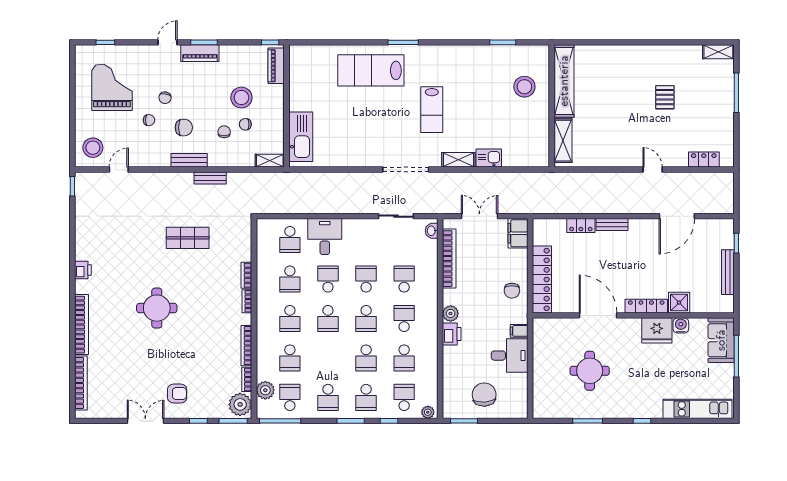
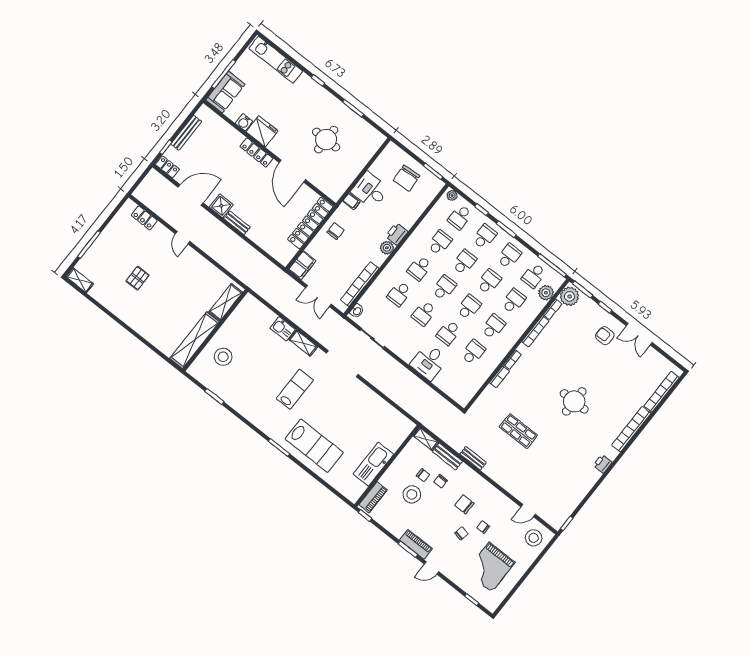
kitchen sink: (301, 137) -> (373, 464), moved
bench: (189, 160) -> (447, 457), moved
locker: (581, 225) -> (167, 167), moved
school desk: (290, 240) -> (489, 282), moved
shower: (679, 303) -> (221, 206), moved

